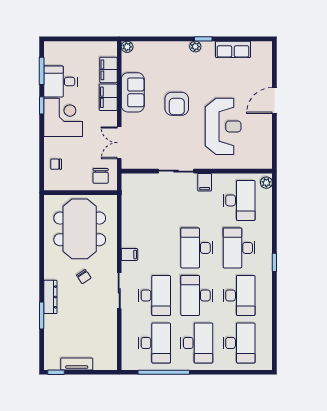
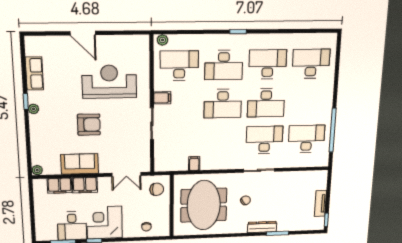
meeting table: (80, 229) -> (204, 205), turned 90
filing cabinet: (129, 254) -> (194, 164), moved
desk: (197, 343) -> (309, 102), removed

